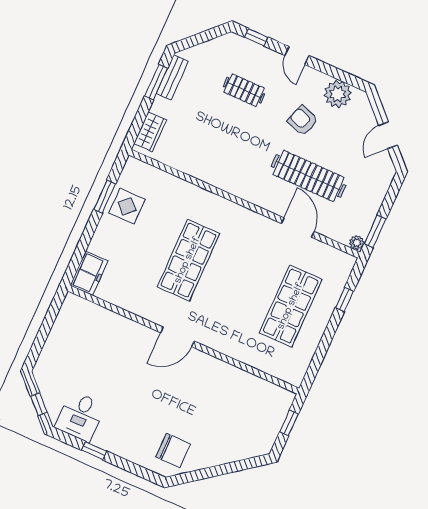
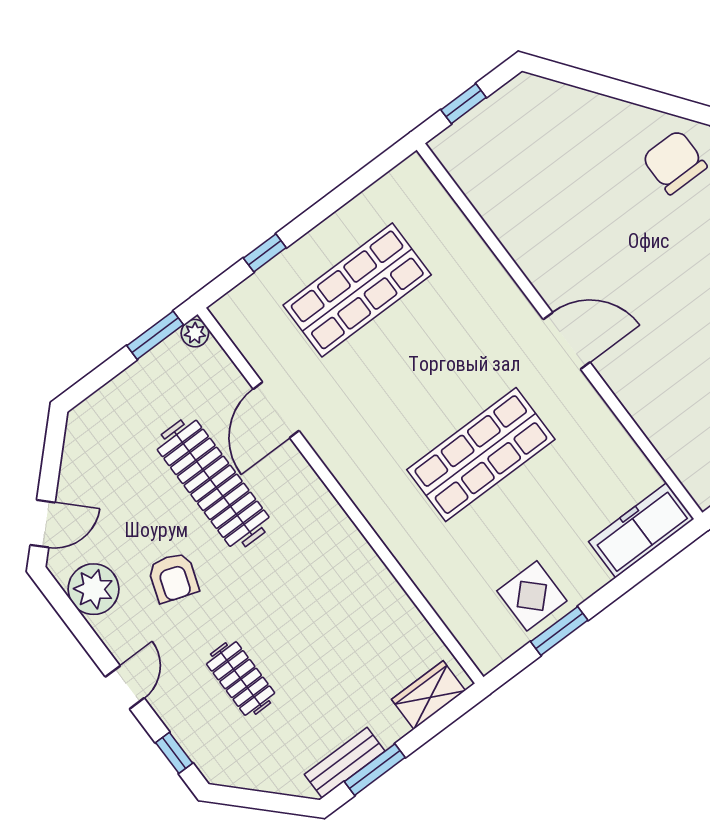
door: (388, 135) -> (43, 524), moved
freezer: (89, 273) -> (641, 530), width x1.40

